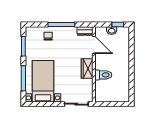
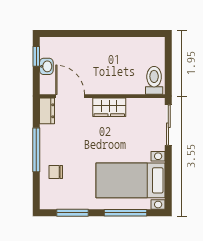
door: (94, 45) -> (70, 96), hinge flipped
toilet: (103, 75) -> (154, 80), moved

